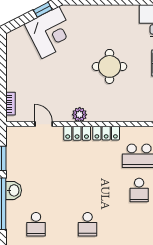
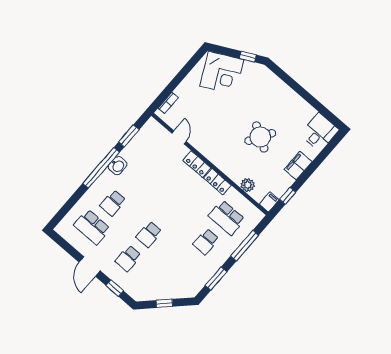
corner desk: (50, 33) -> (222, 73), moved
round table: (110, 66) -> (260, 137), turned 31
plant: (80, 115) -> (248, 185), moved

